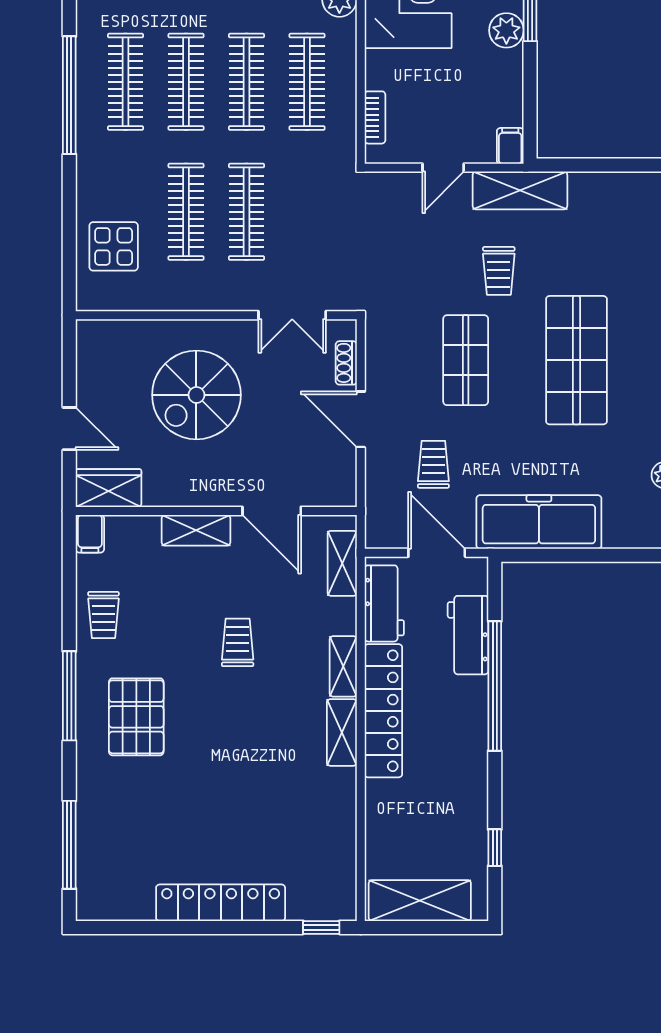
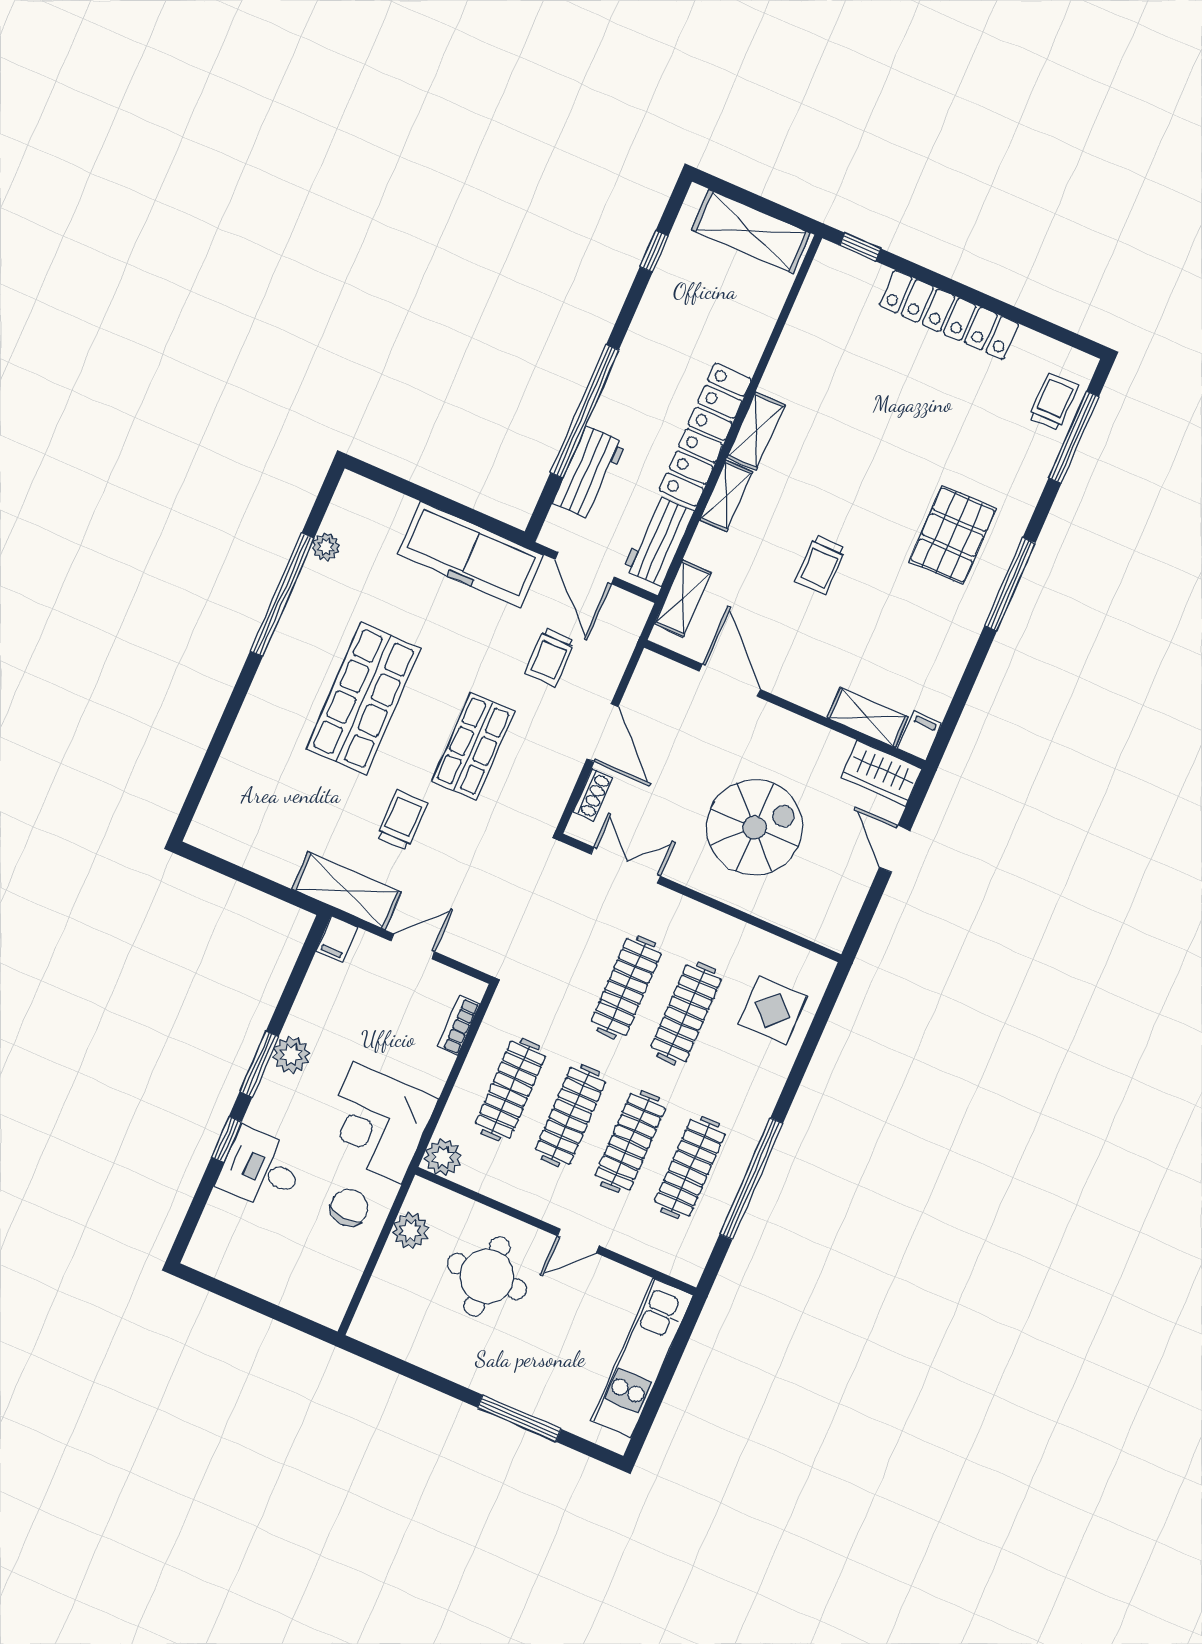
shelving: (196, 530) -> (868, 718), moved
trolley: (103, 615) -> (1053, 402), moved

